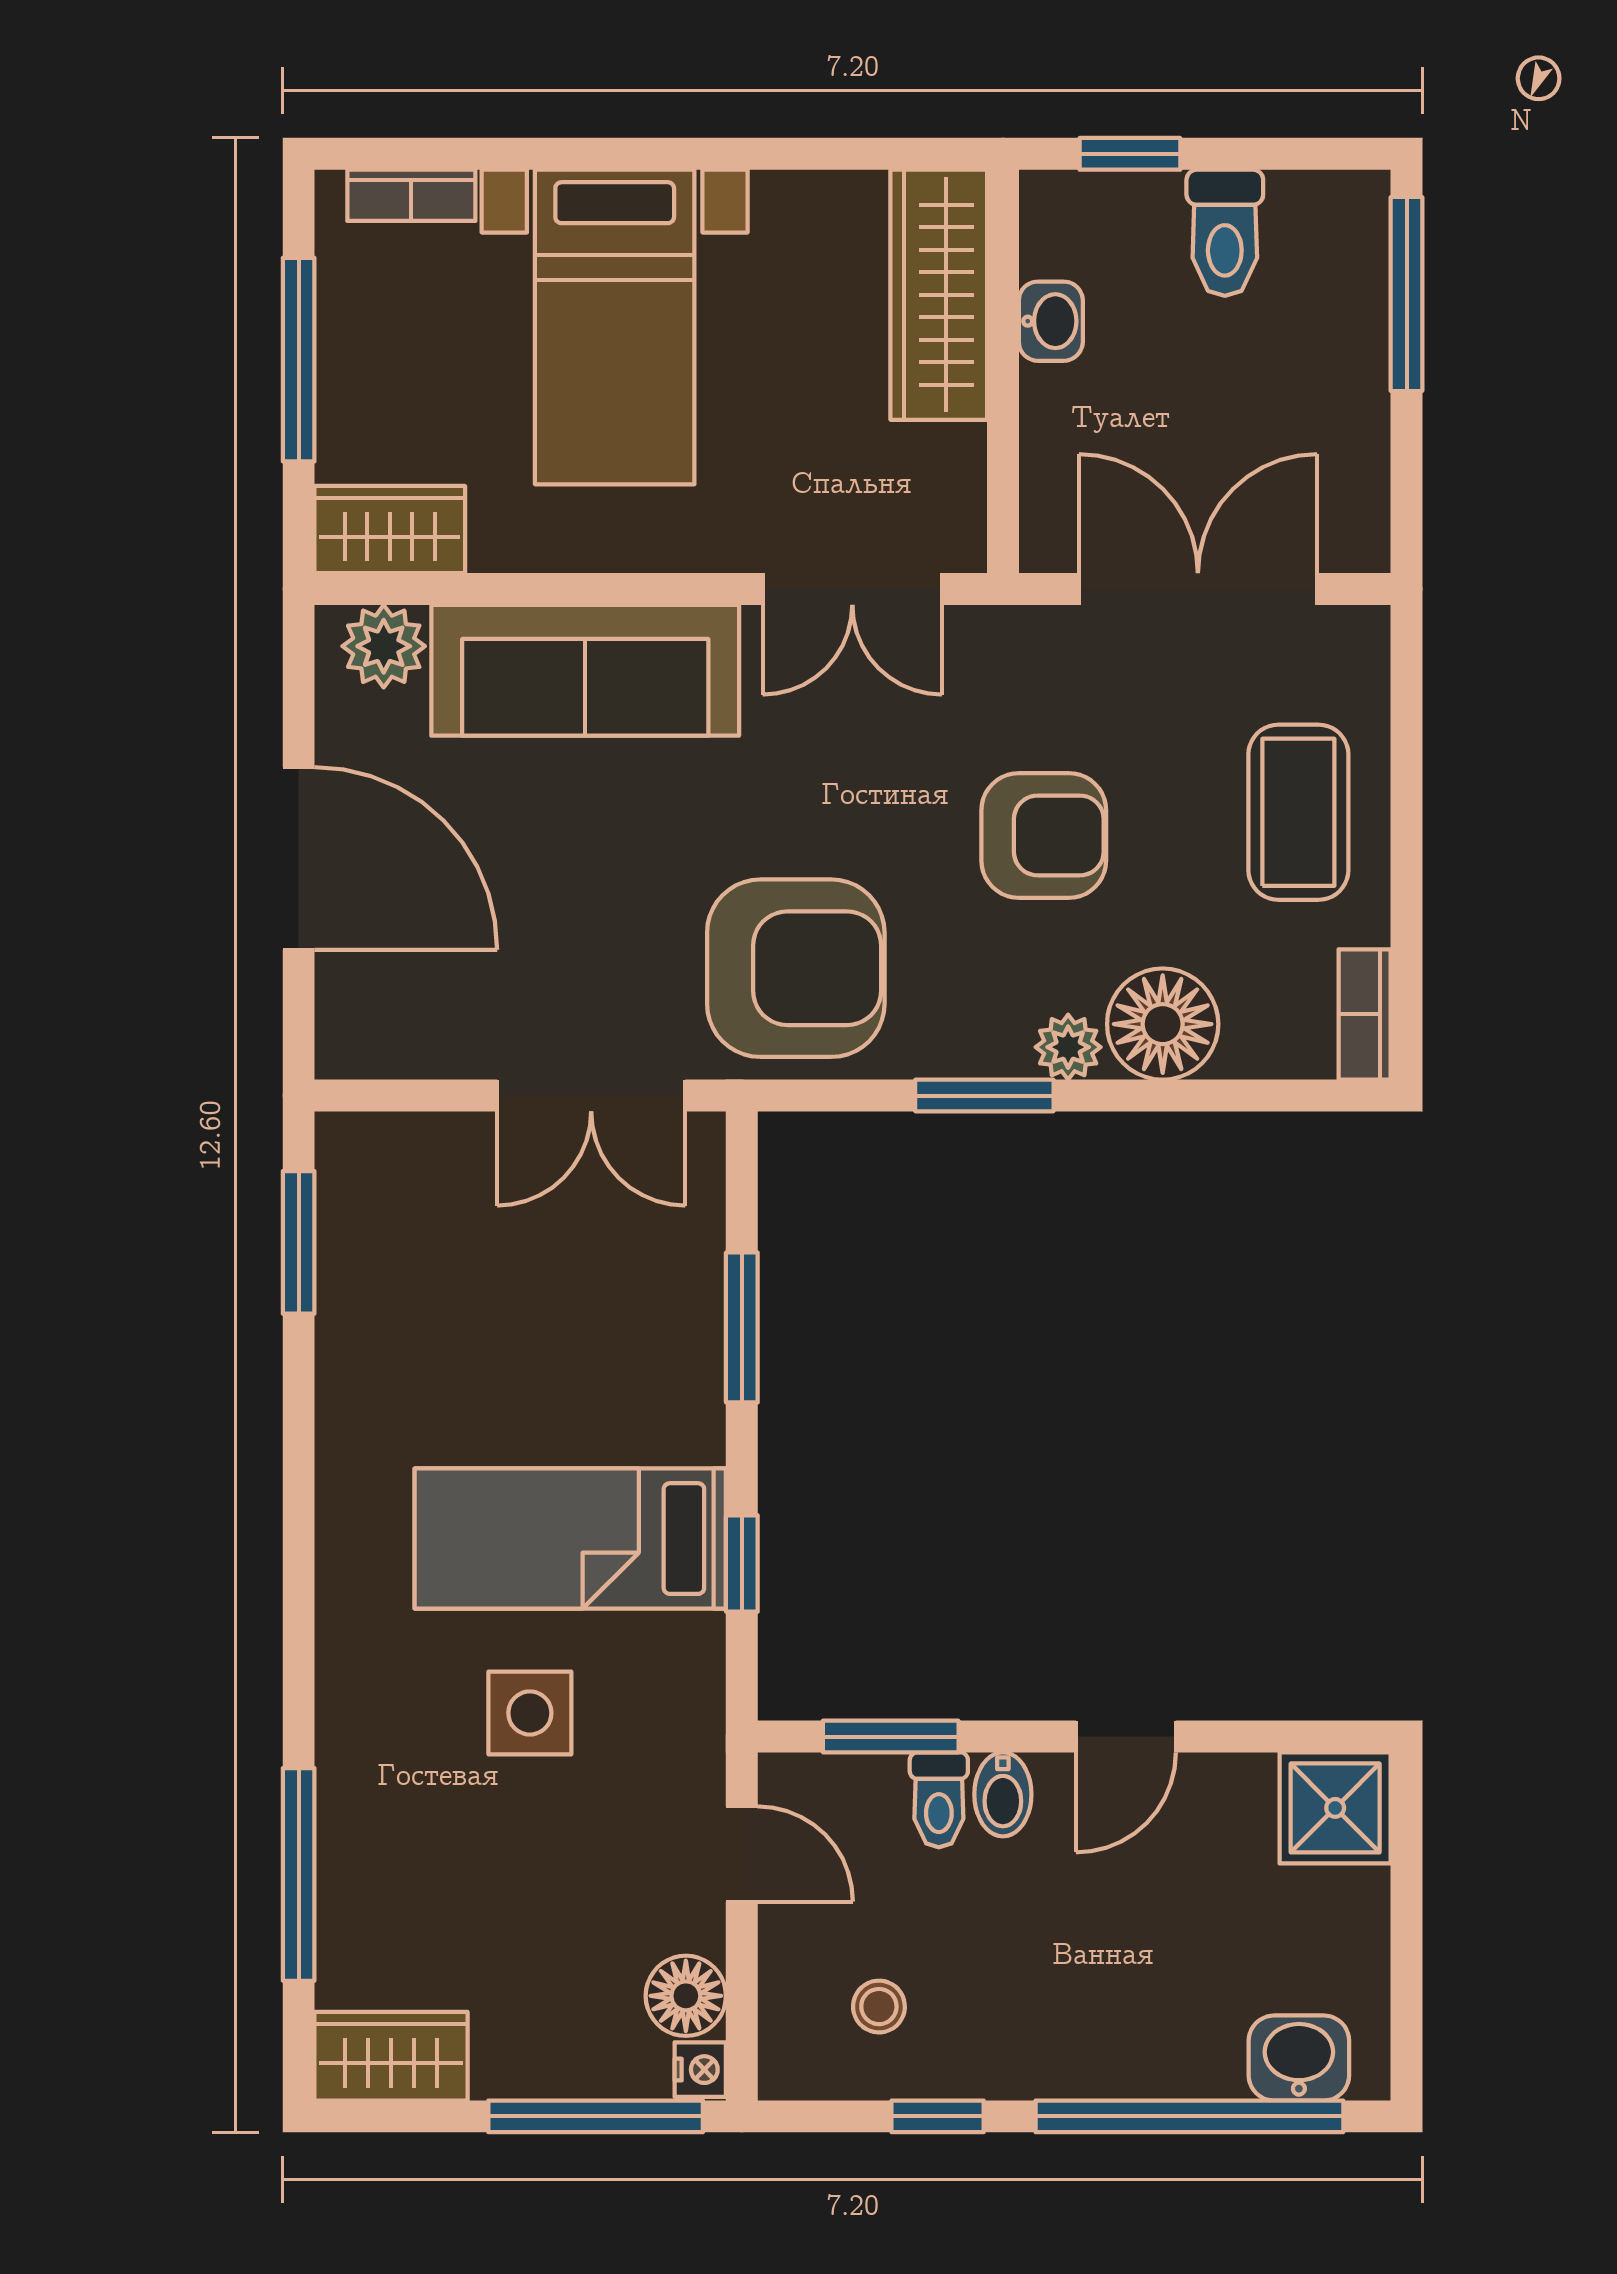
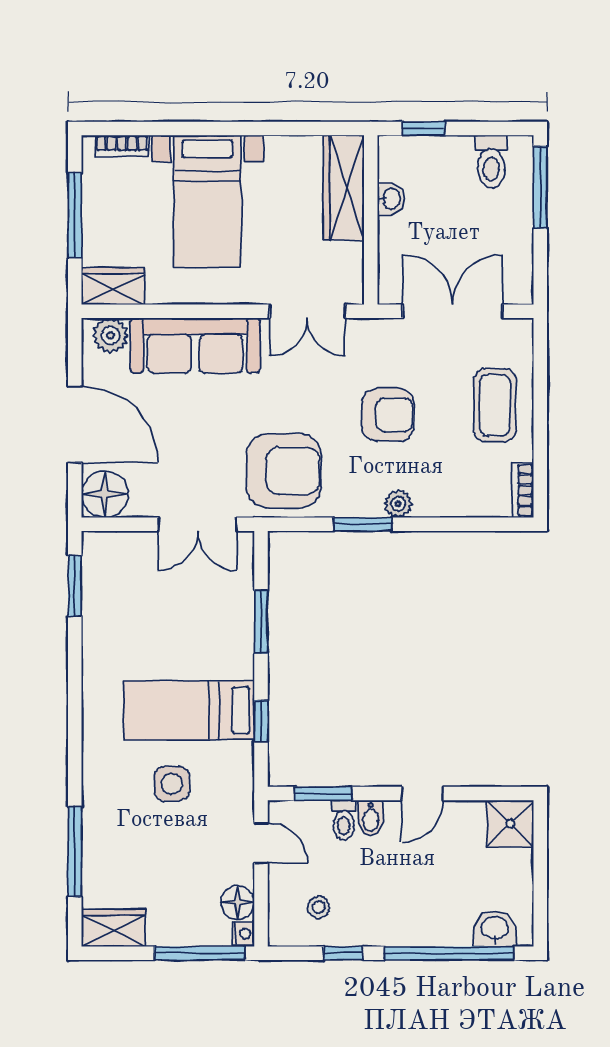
toilet: (1225, 233) -> (491, 162), moved
floor lamp: (1163, 1024) -> (105, 494), moved

